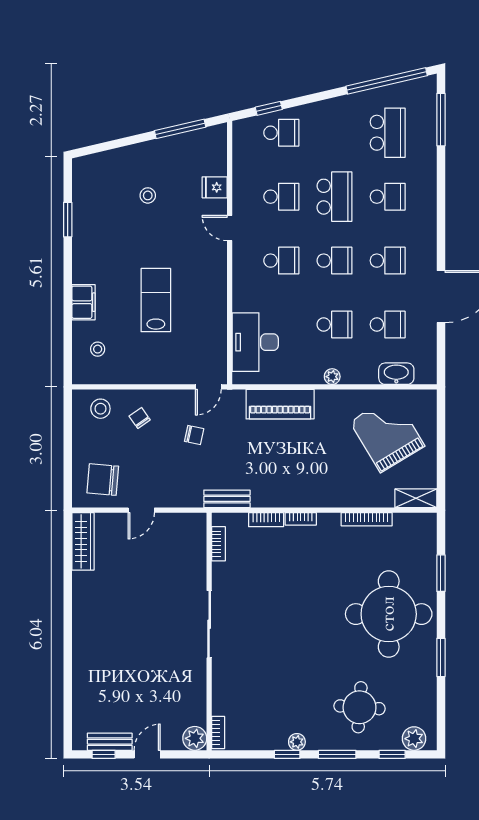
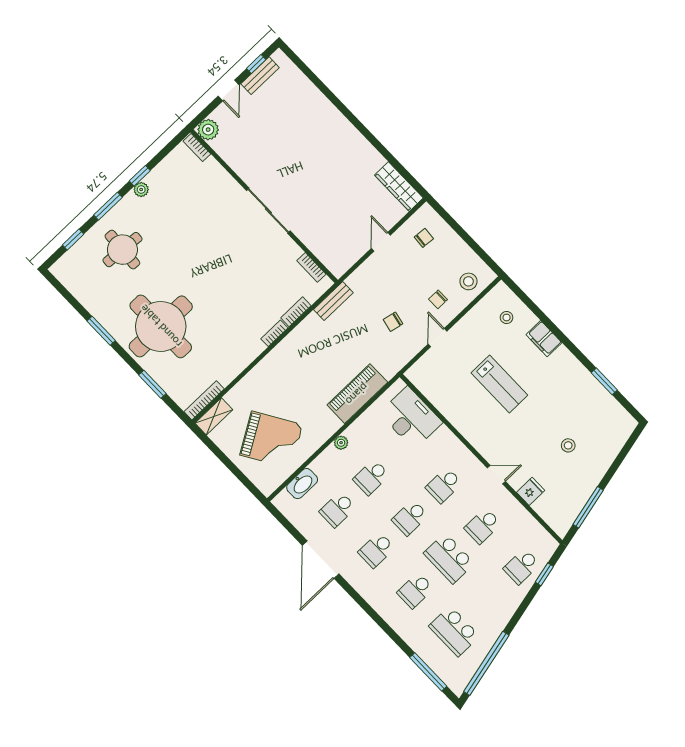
door: (208, 387) -> (438, 338), moved
chair: (140, 418) -> (438, 299), turned 125
chair: (103, 480) -> (424, 238), width x0.54, depth x0.54
bookcase: (367, 519) -> (204, 400), moved
plant: (414, 739) -> (69, 263), removed

